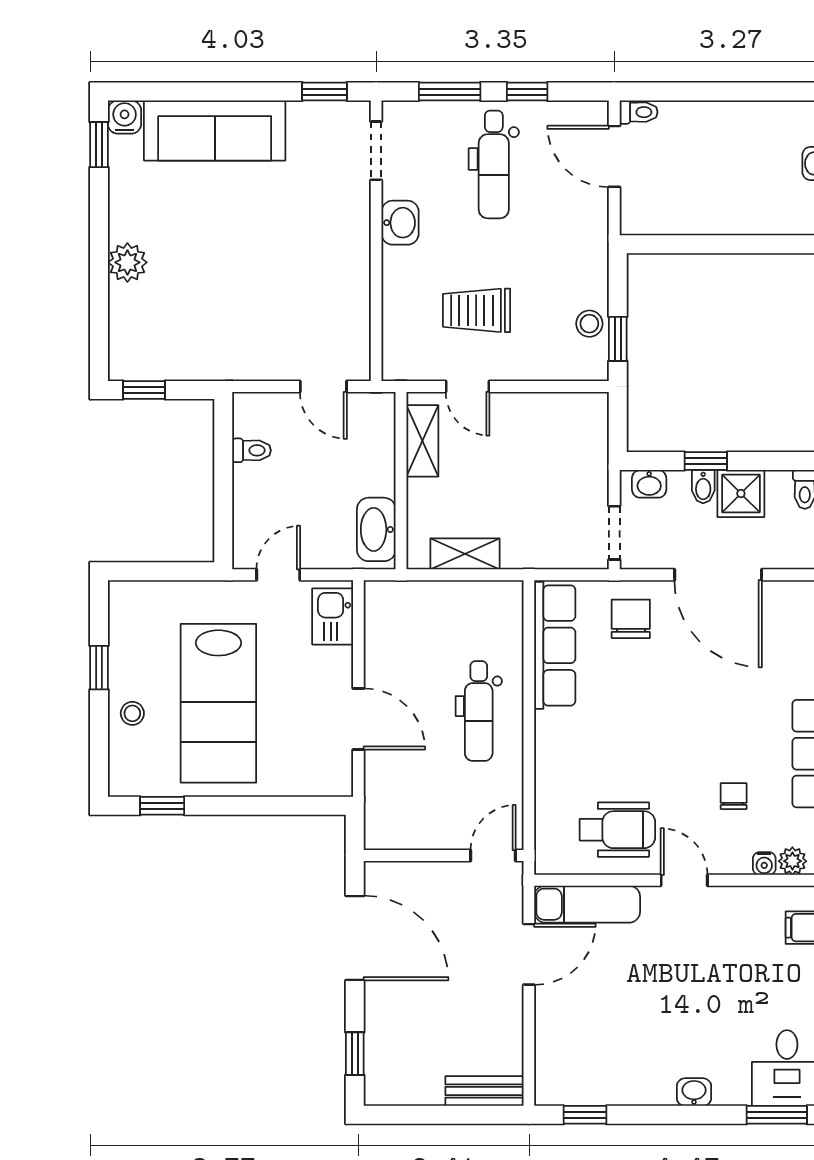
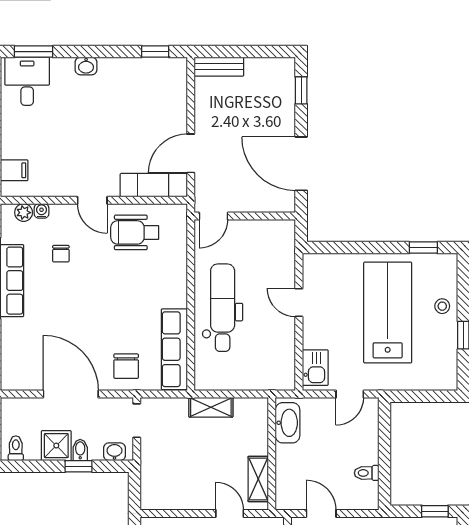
shelving: (465, 554) -> (211, 407), moved
dental chair: (479, 711) -> (223, 308), width x1.36, depth x1.38
door: (358, 719) -> (299, 303), width x0.73

